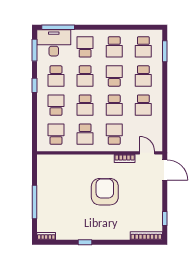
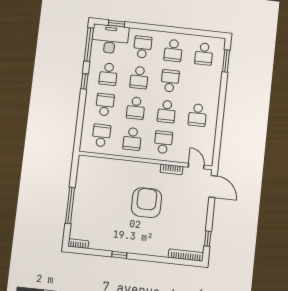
window: (58, 27) -> (117, 23), width x0.46
window: (35, 50) -> (89, 45), width x1.44
school desk: (143, 76) -> (201, 84), removed

